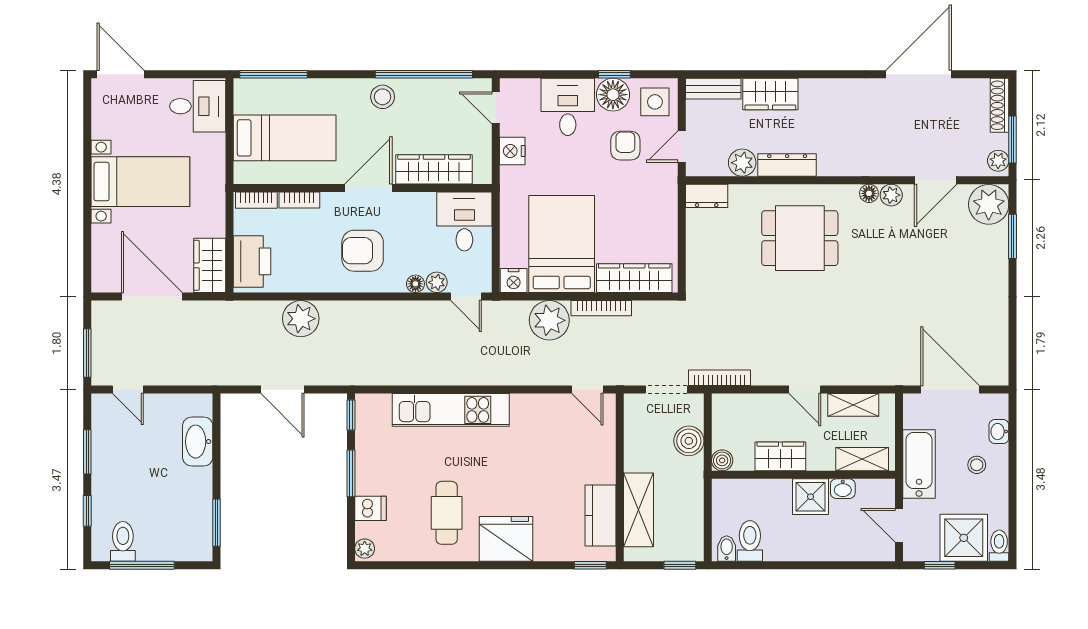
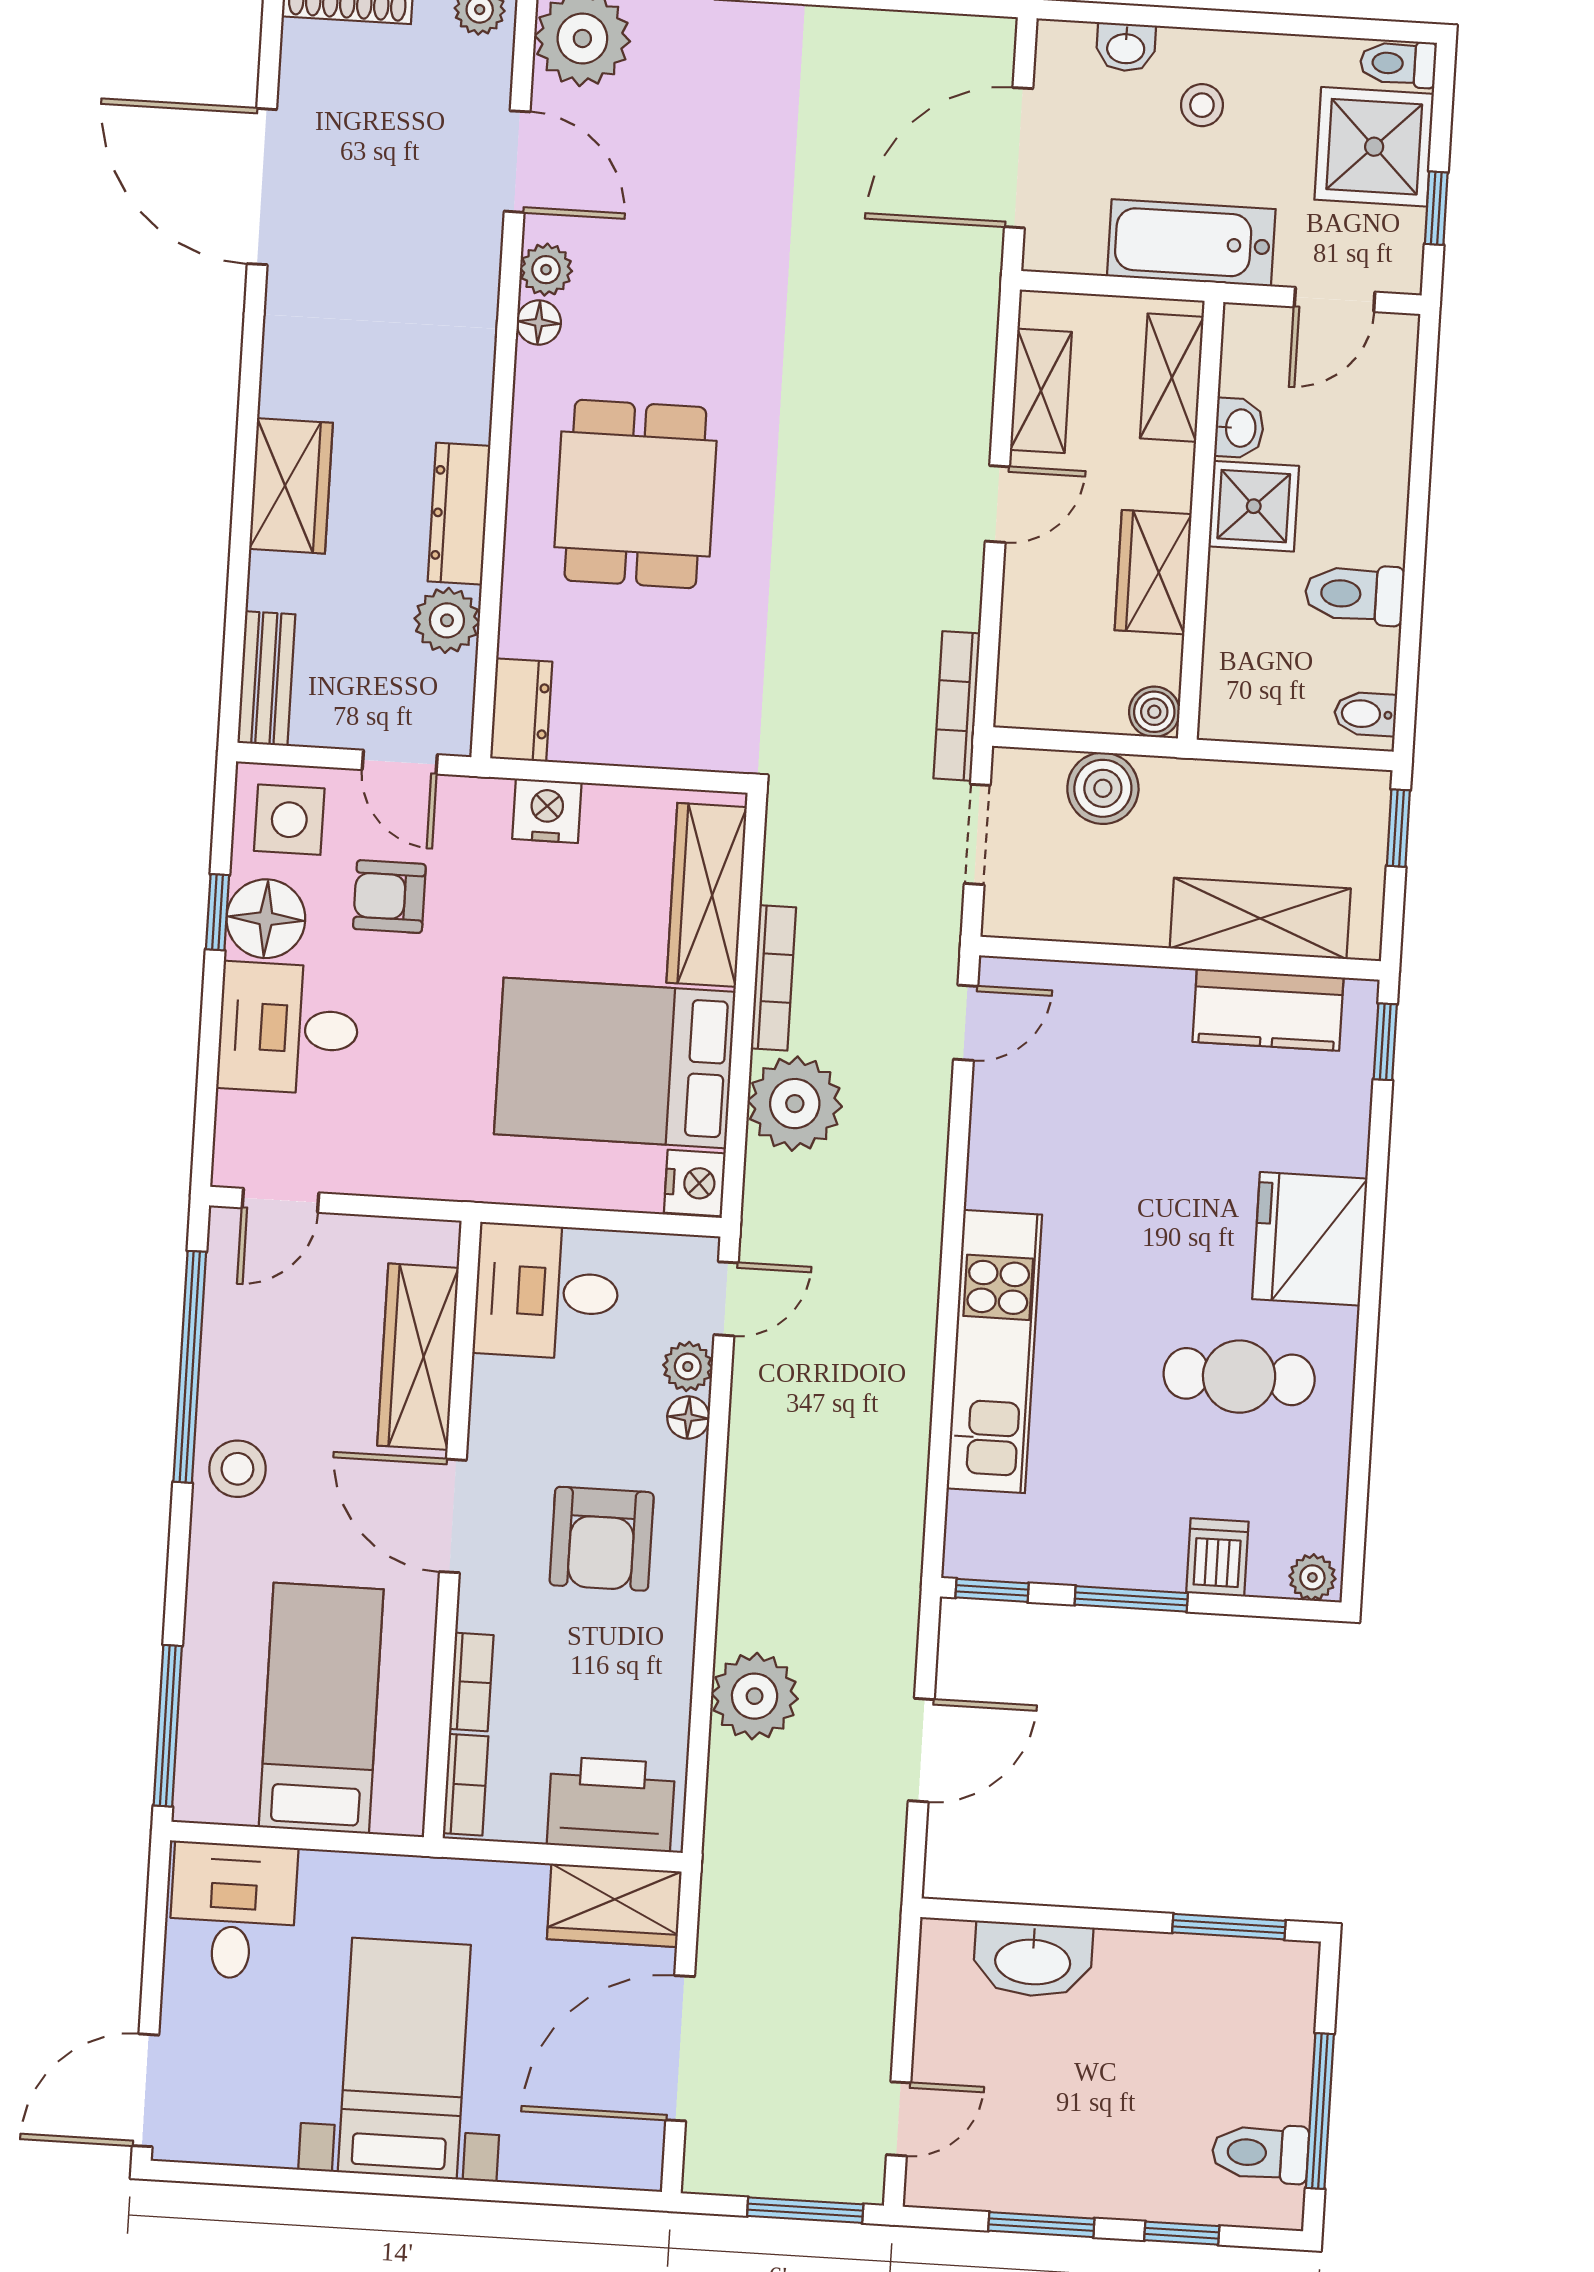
wardrobe: (770, 94) -> (291, 486), moved
nightstand: (512, 151) -> (547, 811), moved, turned 180
toilet: (750, 541) -> (1354, 594), moved

